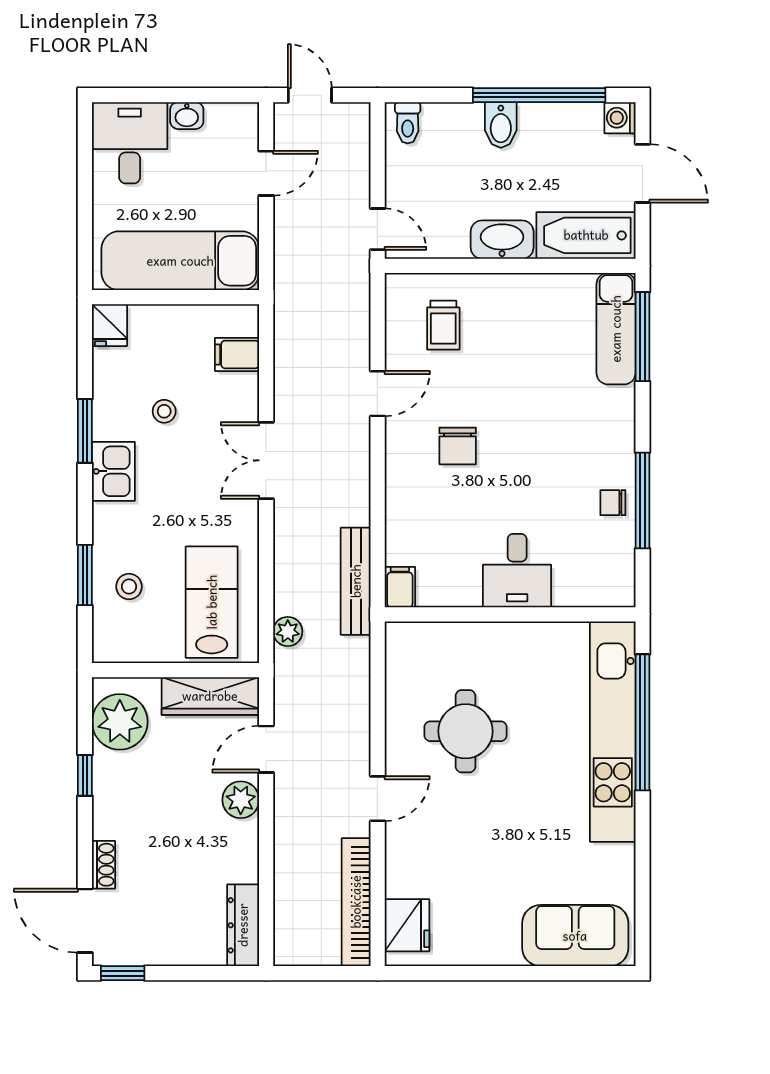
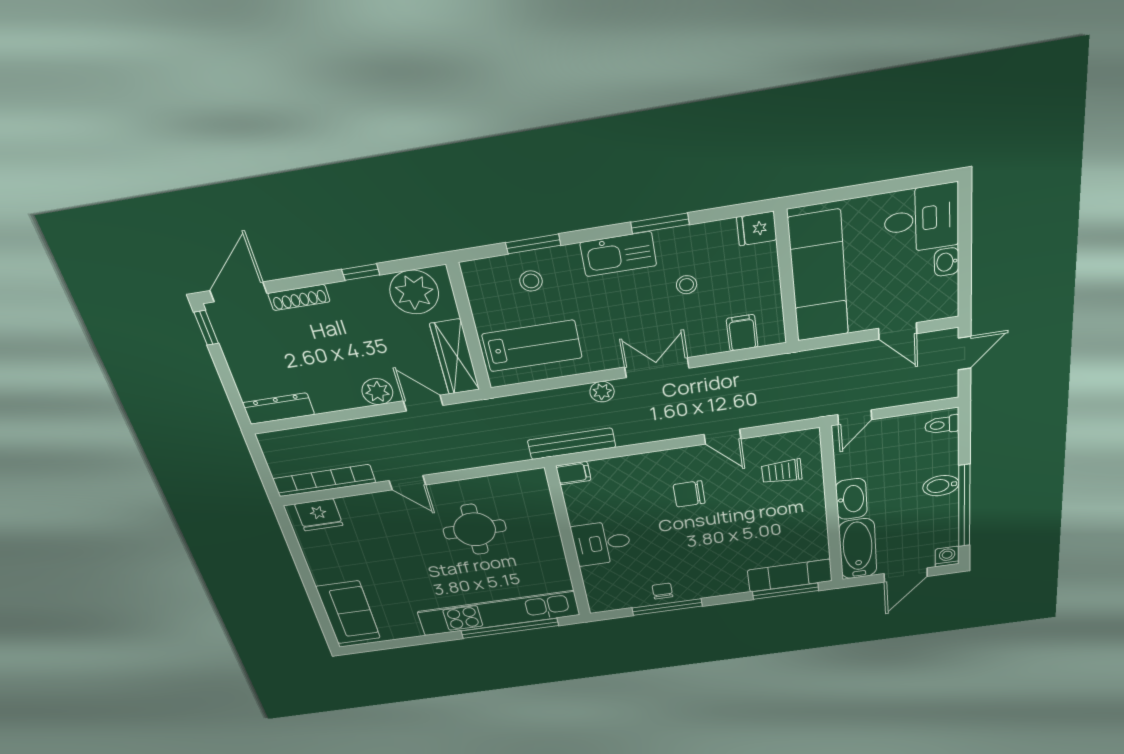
kitchen sink: (113, 471) -> (618, 254), width x1.38
plant: (288, 631) -> (602, 392), moved
shoe rack: (104, 865) -> (299, 297), width x1.43

